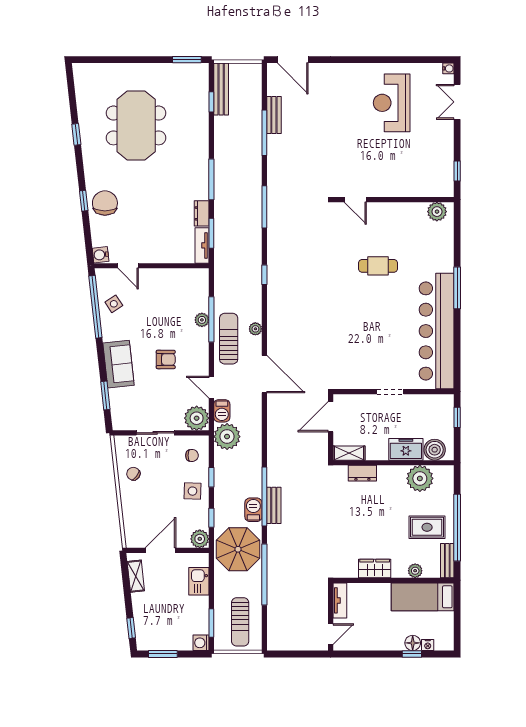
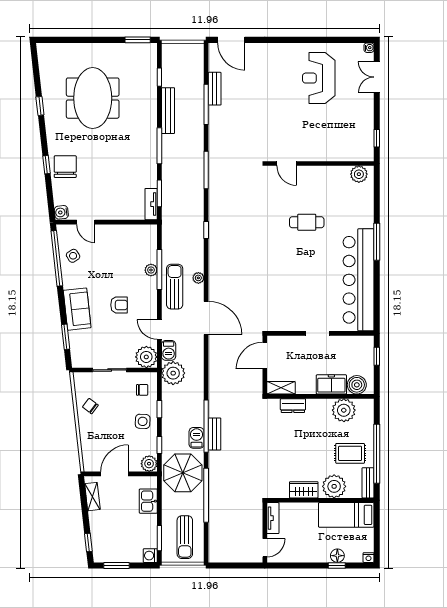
bench: (221, 89) -> (168, 111), moved
dresser: (202, 213) -> (151, 176), removed
plant: (415, 571) -> (334, 486), width x1.88, depth x1.88
nightstand: (428, 645) -> (369, 558), moved

